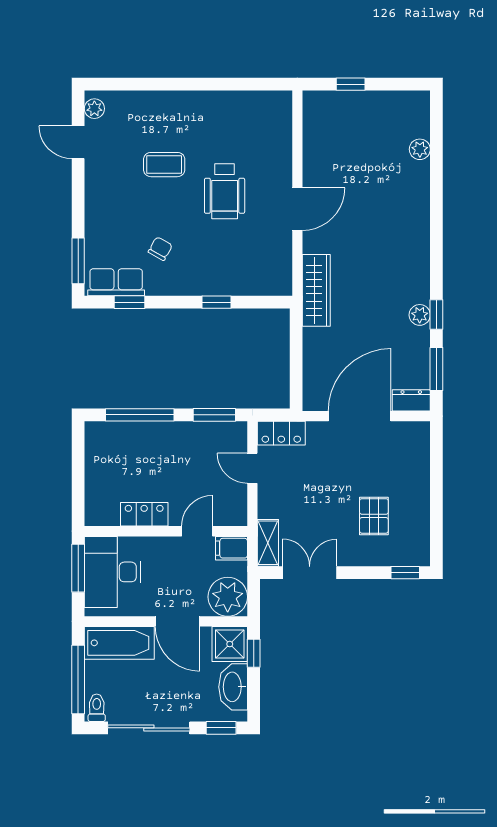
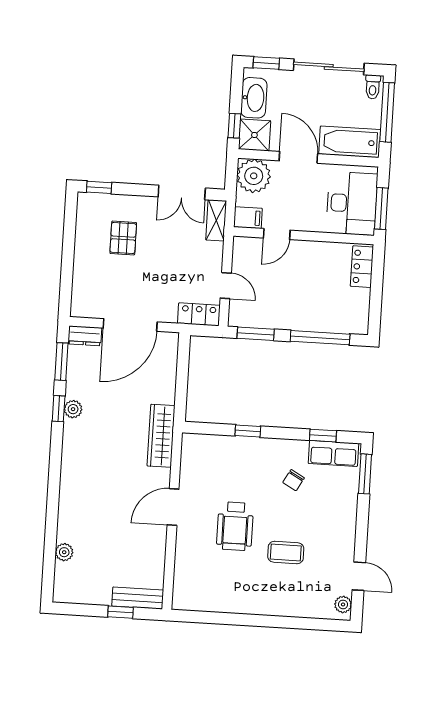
bench: (332, 102) -> (138, 598), added
wheelchair: (225, 191) -> (235, 526), turned 180
locker: (144, 514) -> (362, 267), moved, turned 90

